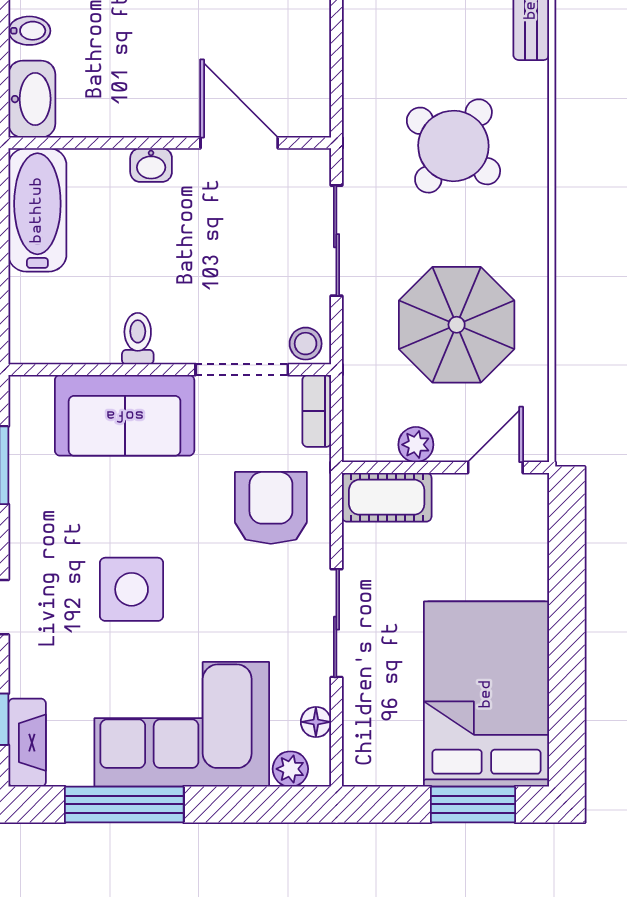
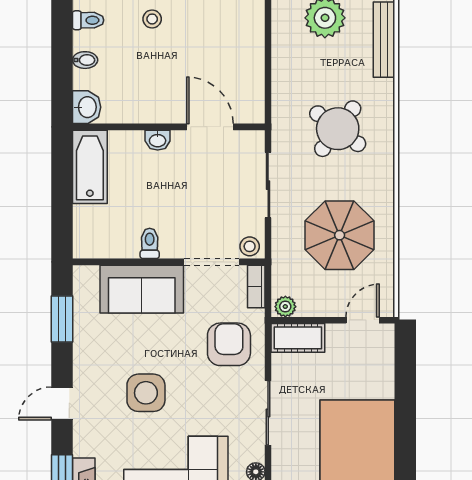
washbasin: (32, 99) -> (87, 107), width x0.72
plant: (416, 445) -> (285, 307), moved

